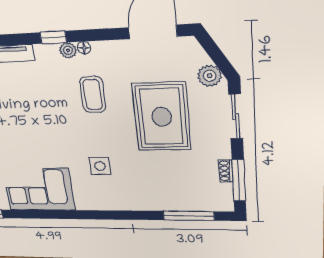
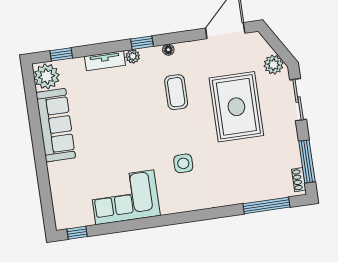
plant: (68, 50) -> (133, 56), moved
shoe rack: (226, 171) -> (299, 180), moved

